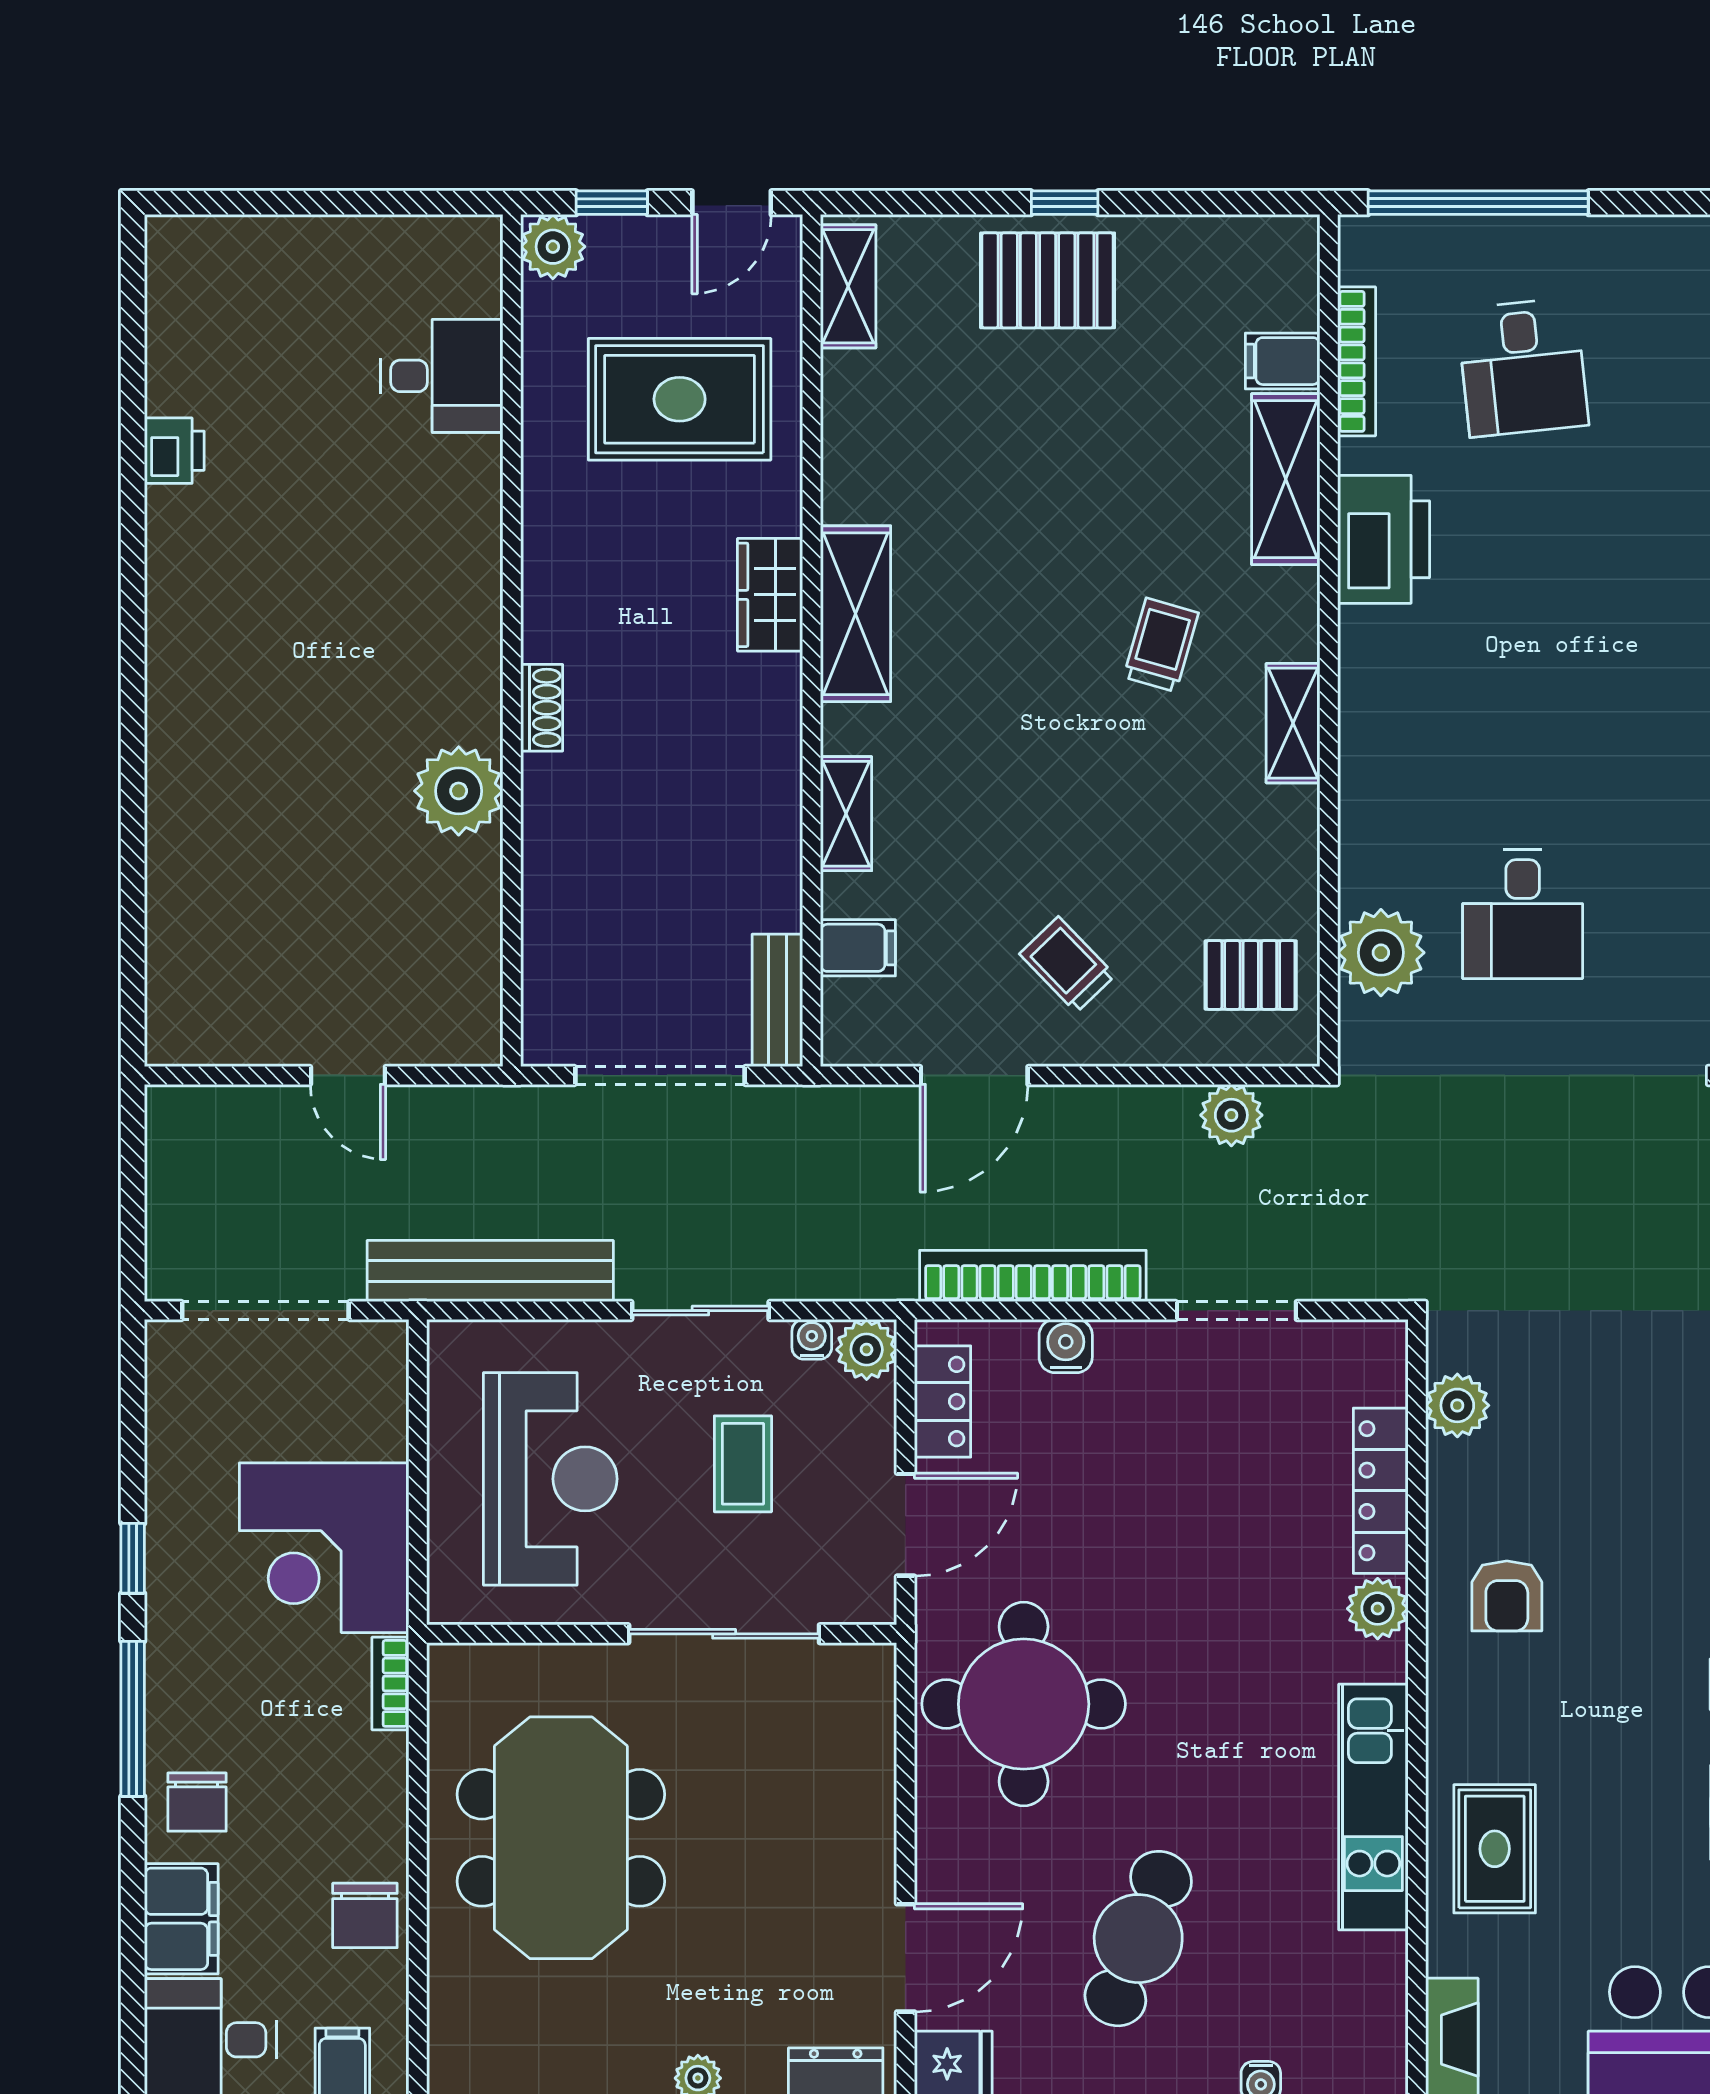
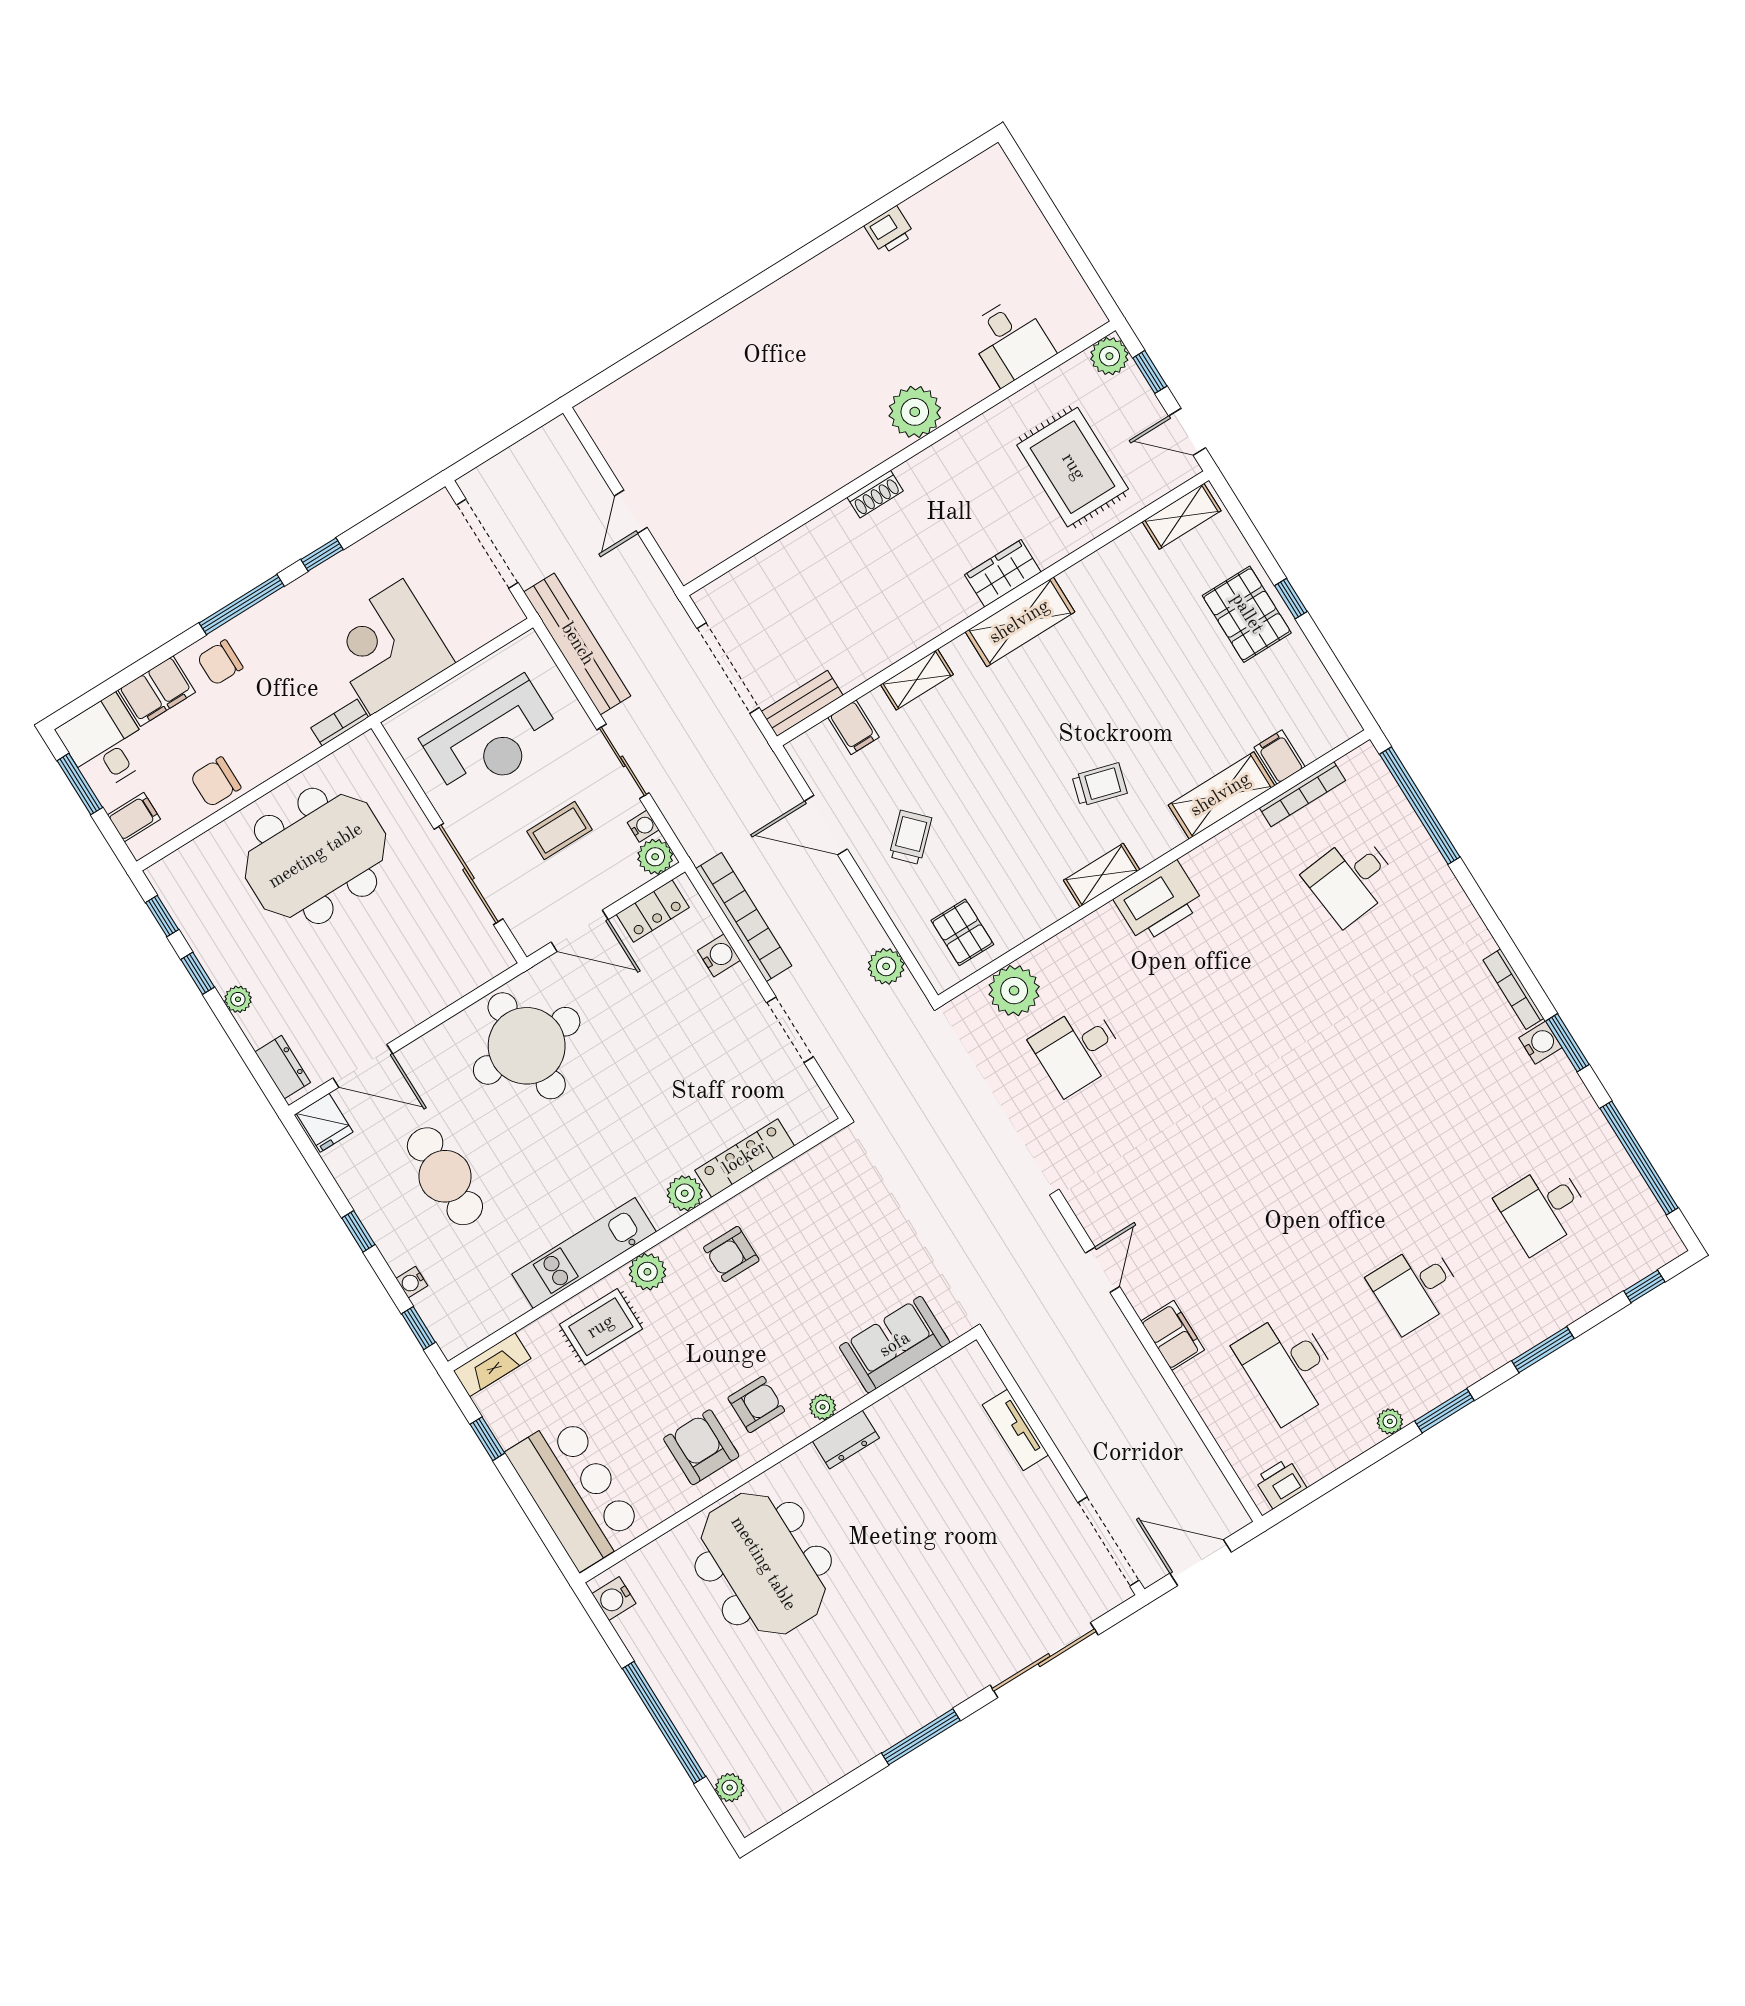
printer: (1384, 539) -> (1159, 902), moved
plant: (459, 791) -> (915, 412), moved
plant: (1457, 1405) -> (647, 1272), moved
cafe table: (1138, 1939) -> (445, 1176), turned 69

